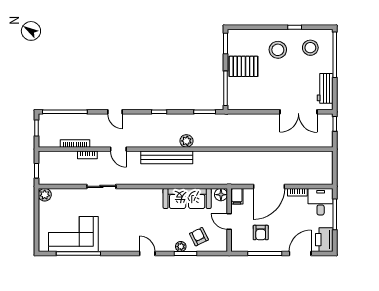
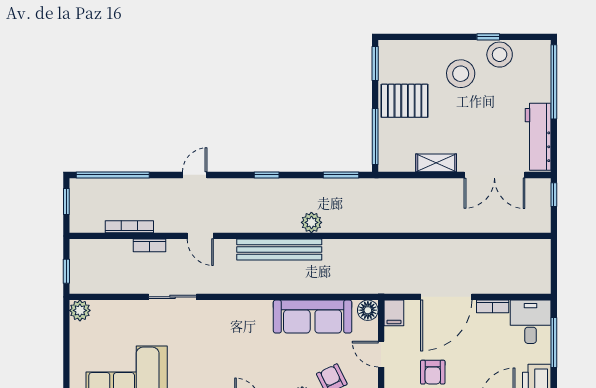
stool: (310, 48) -> (500, 55), moved
workbench: (325, 88) -> (538, 137), width x1.38
shelving: (263, 104) -> (436, 163), added
door: (115, 112) -> (195, 175), swing flipped

